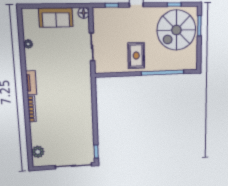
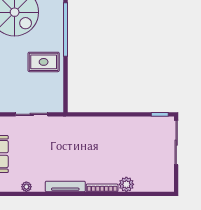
tv unit: (31, 83) -> (65, 186), width x1.41
plant: (38, 152) -> (126, 184), moved

